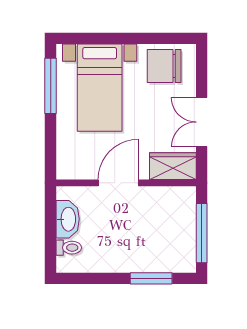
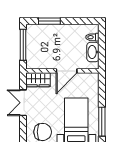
double door: (202, 122) -> (23, 103), swing flipped

